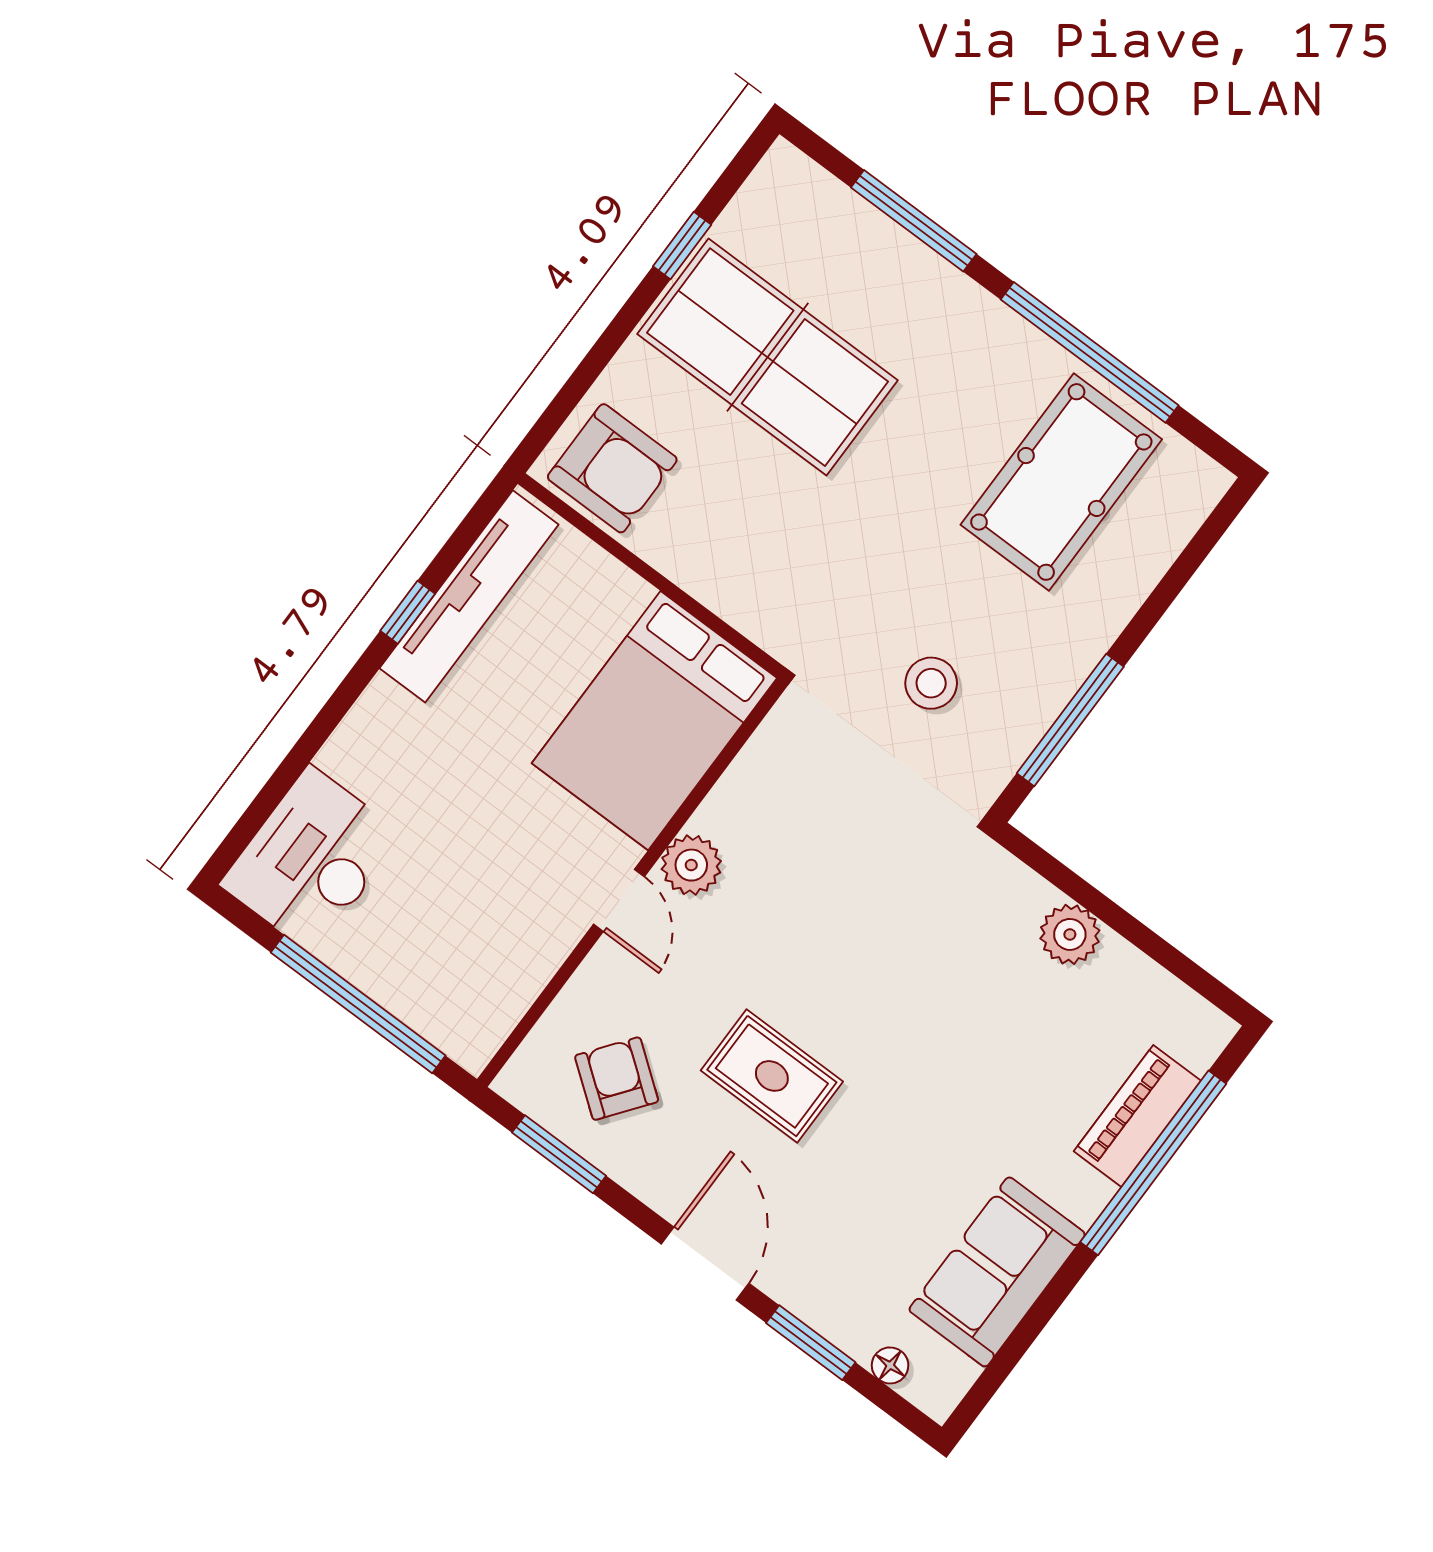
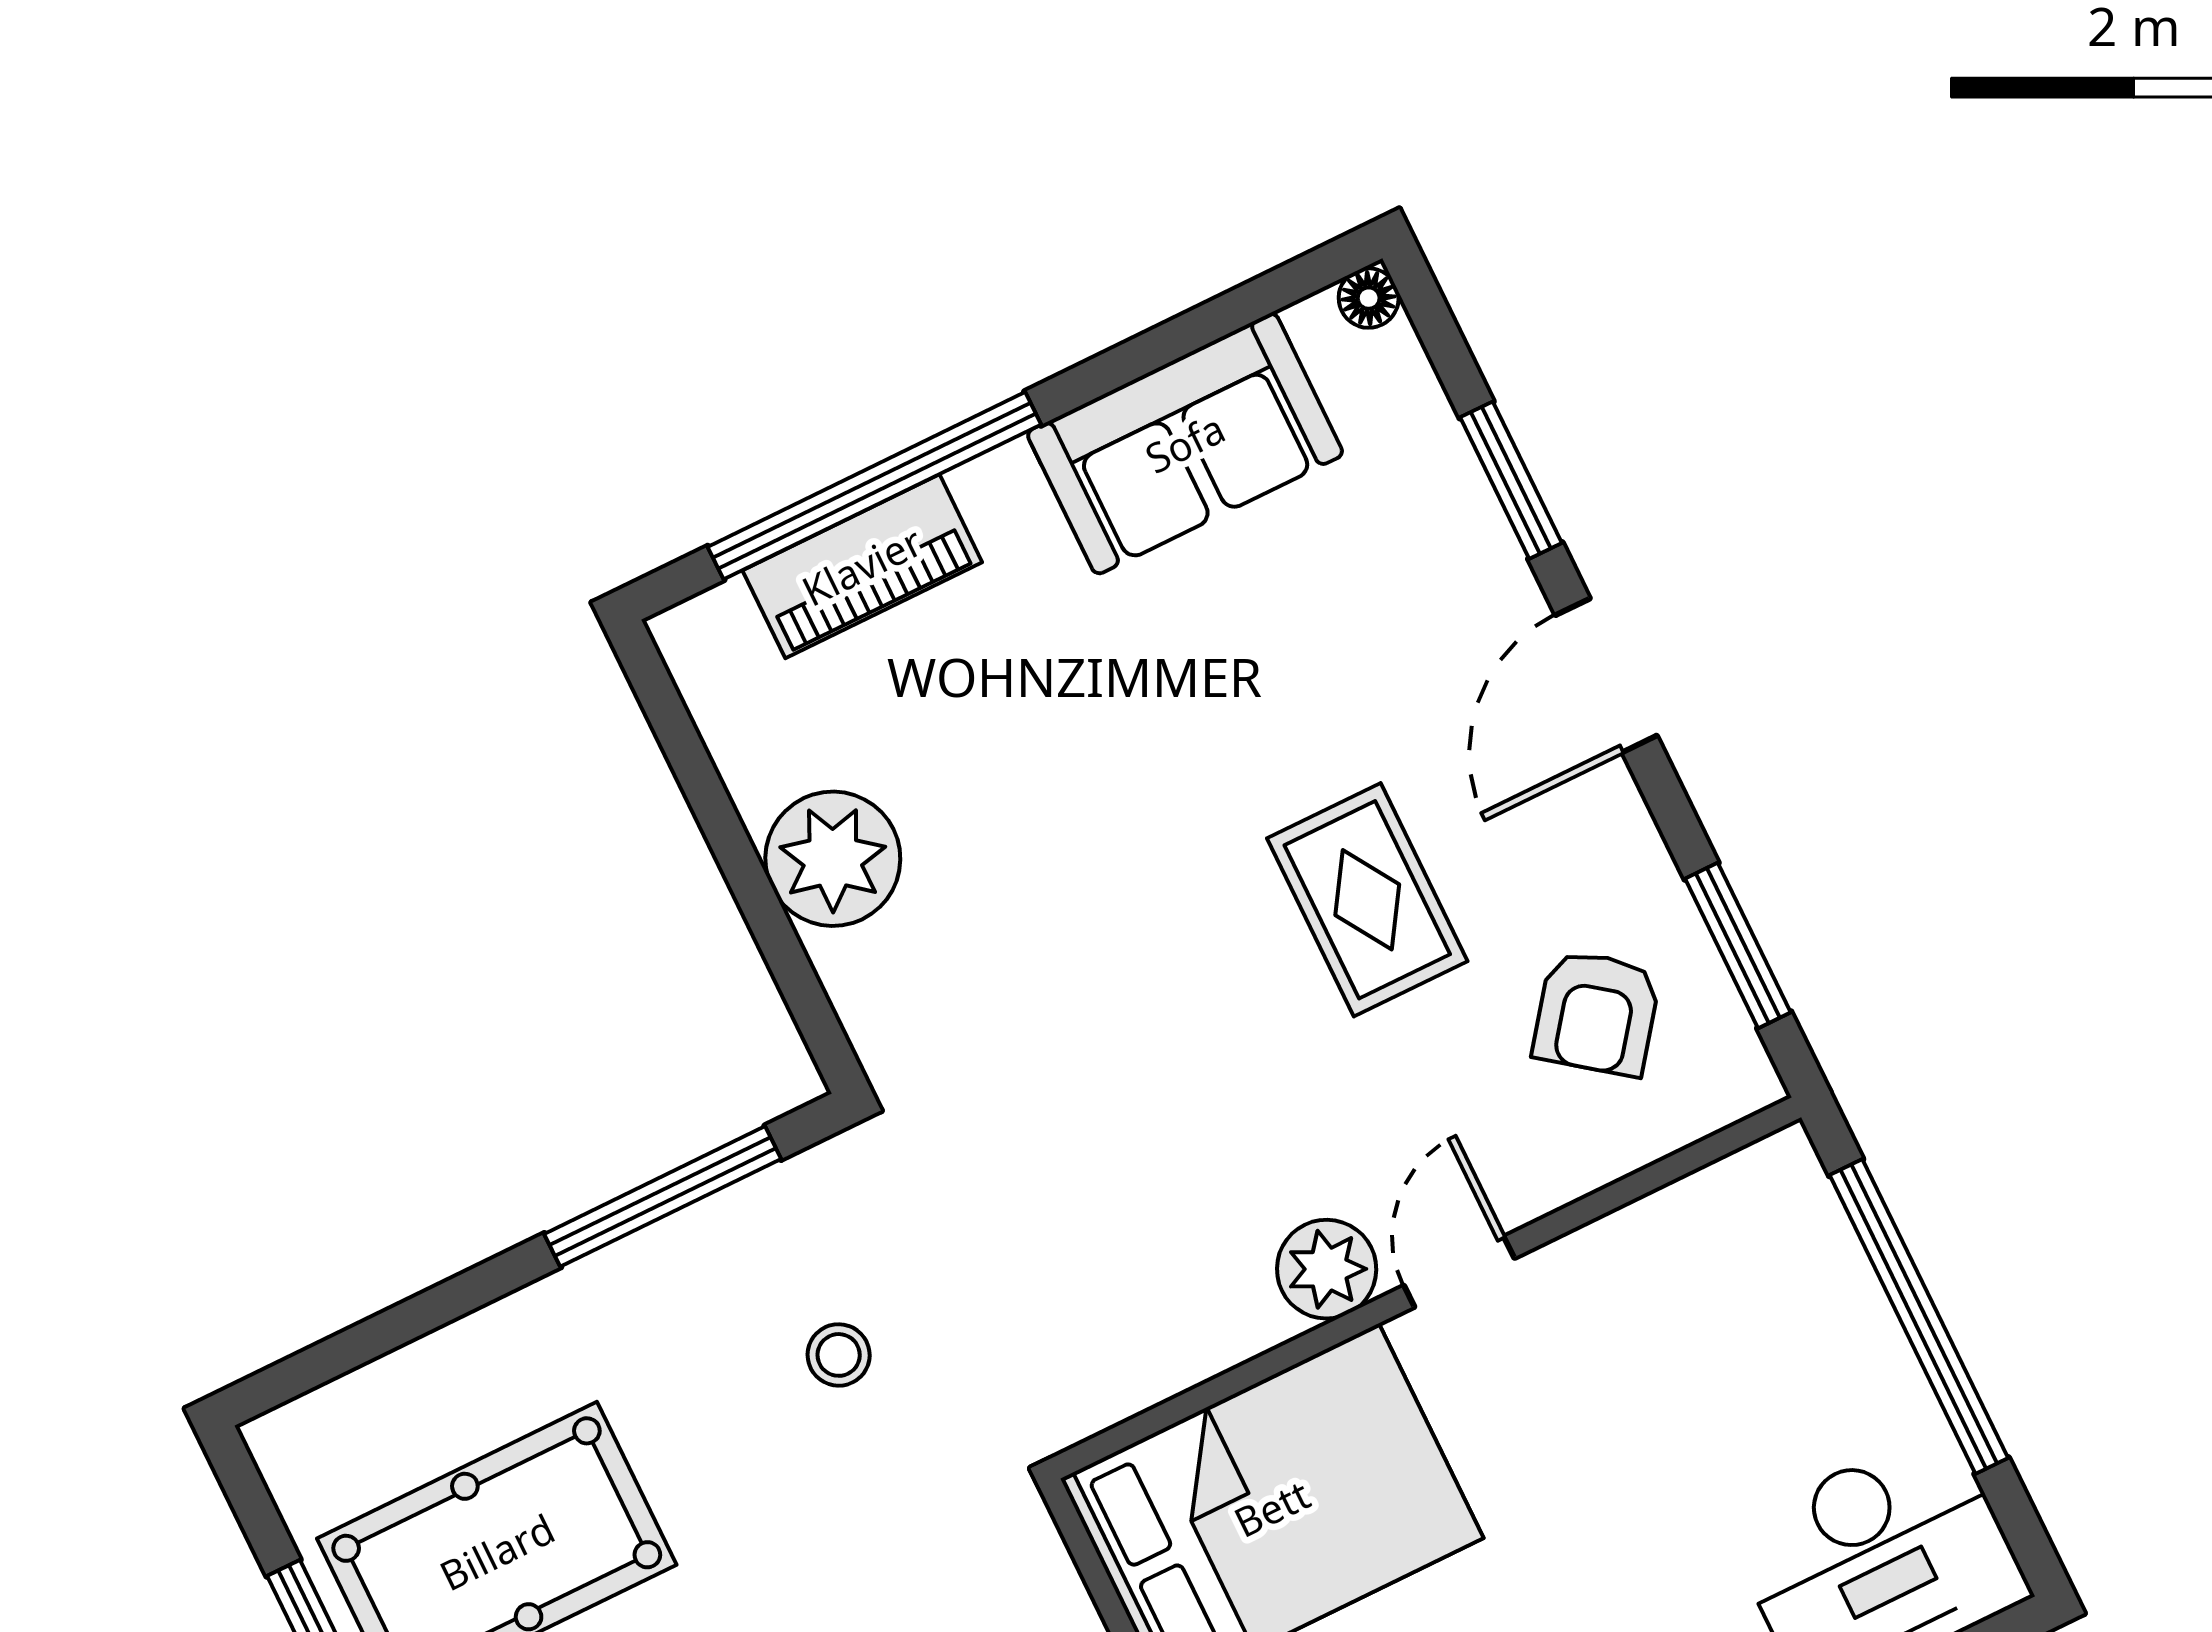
stool: (931, 683) -> (839, 1355), width x0.73, depth x0.73
plant: (1070, 934) -> (833, 859), width x1.36, depth x1.36
floor lamp: (890, 1365) -> (1369, 298), moved

